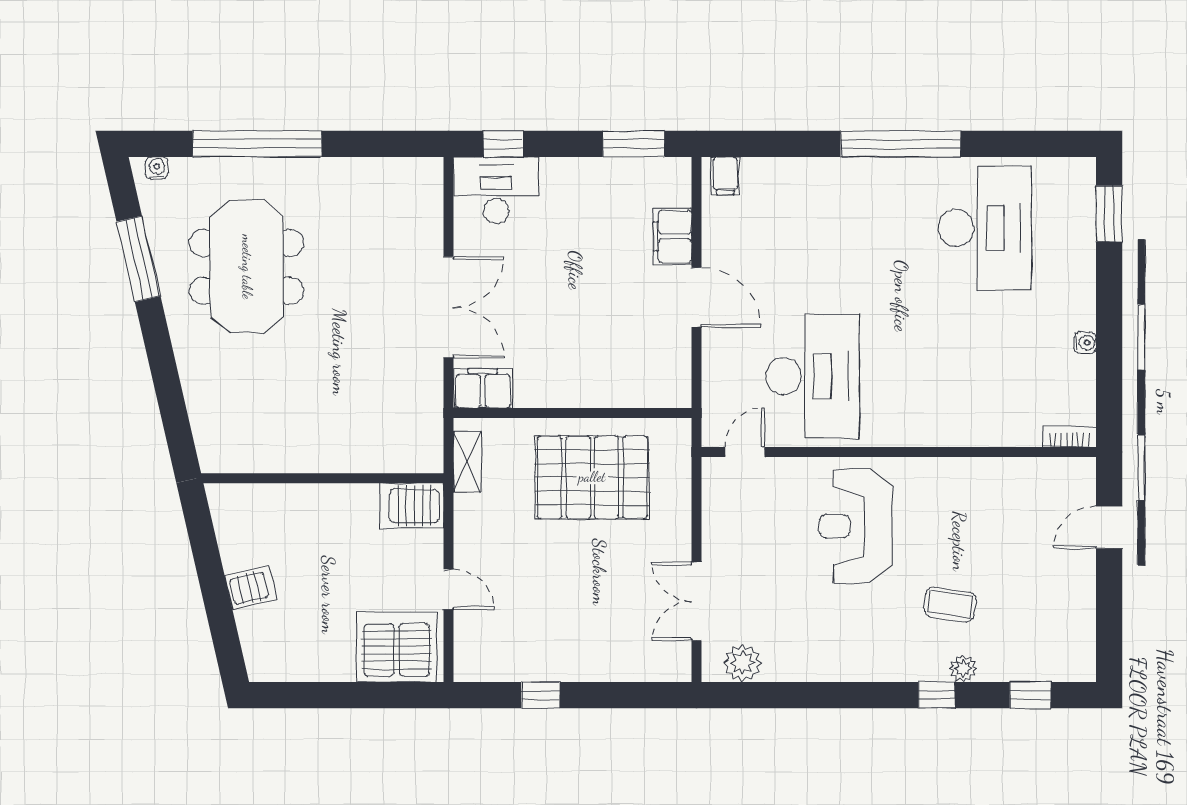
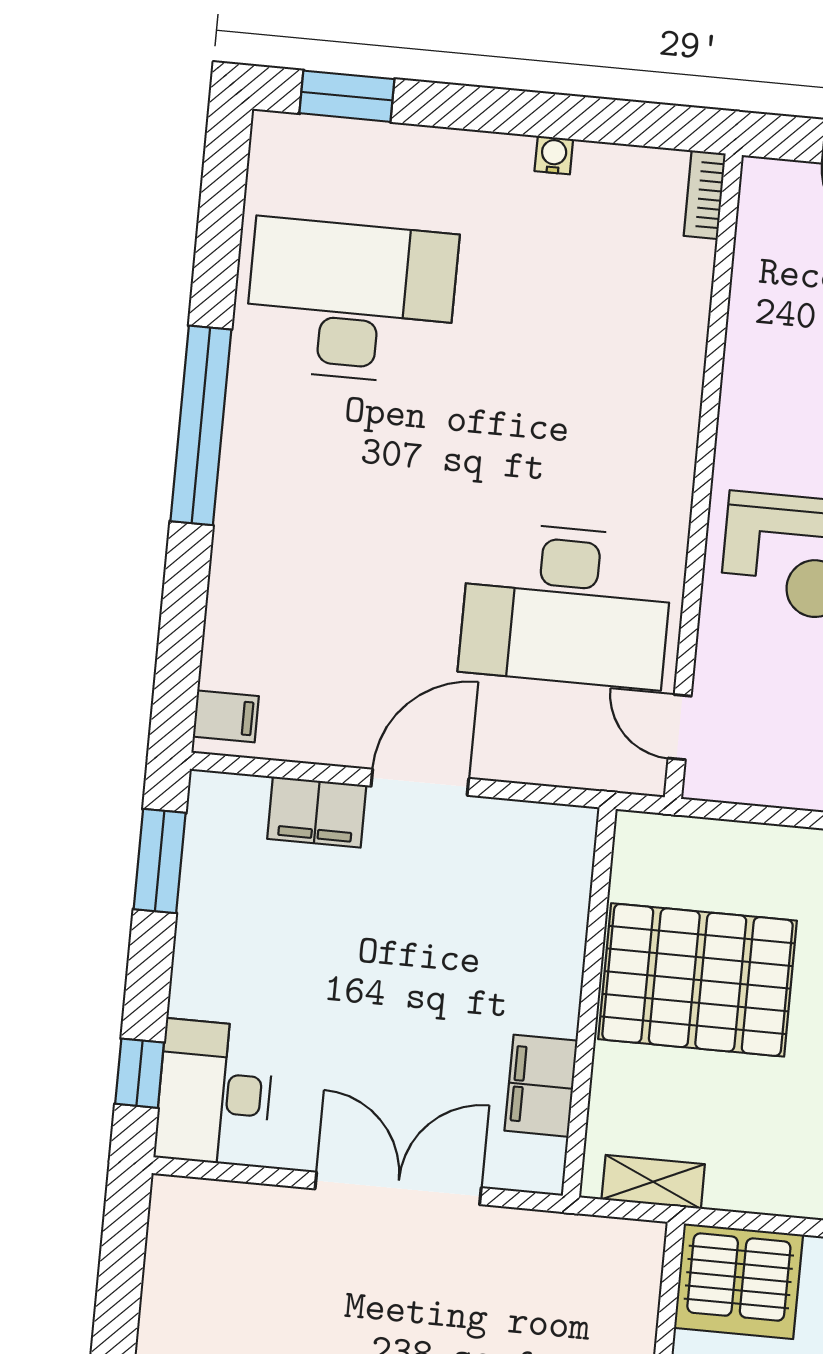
desk: (812, 376) -> (566, 605), turned 180
filing cabinet: (483, 388) -> (541, 1086), moved
pallet: (592, 477) -> (698, 980), turned 90
server rack: (412, 506) -> (739, 1281), width x1.60

